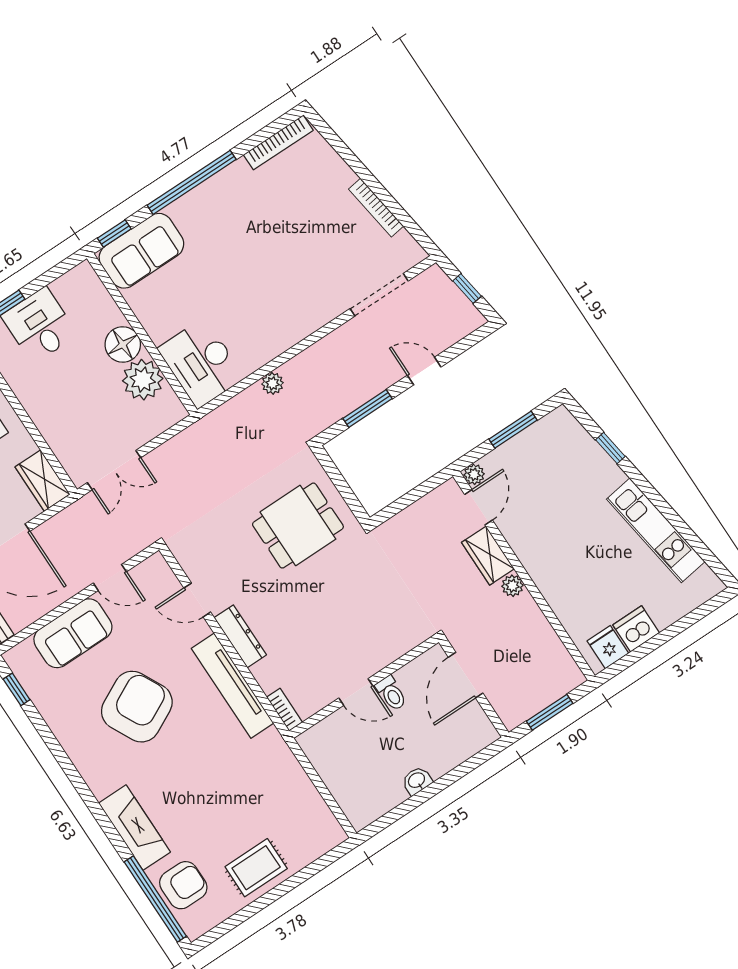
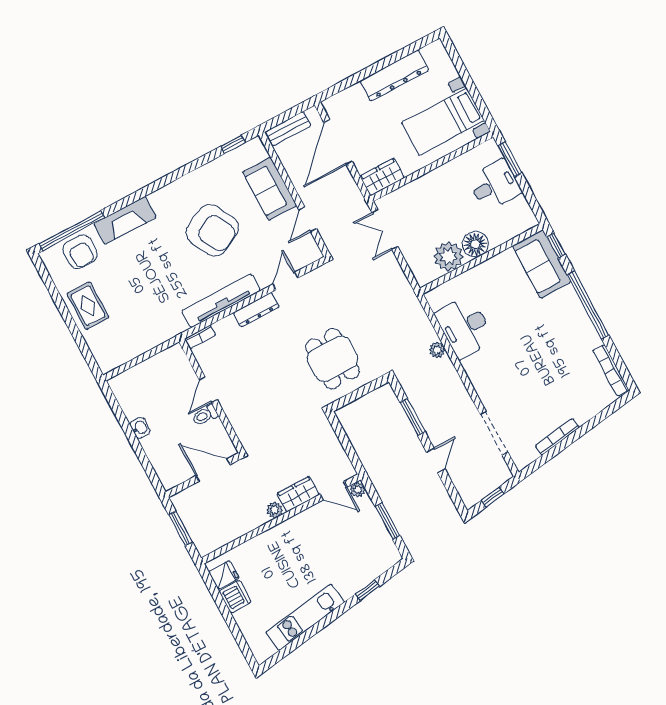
desk: (201, 363) -> (465, 327), moved, turned -90

